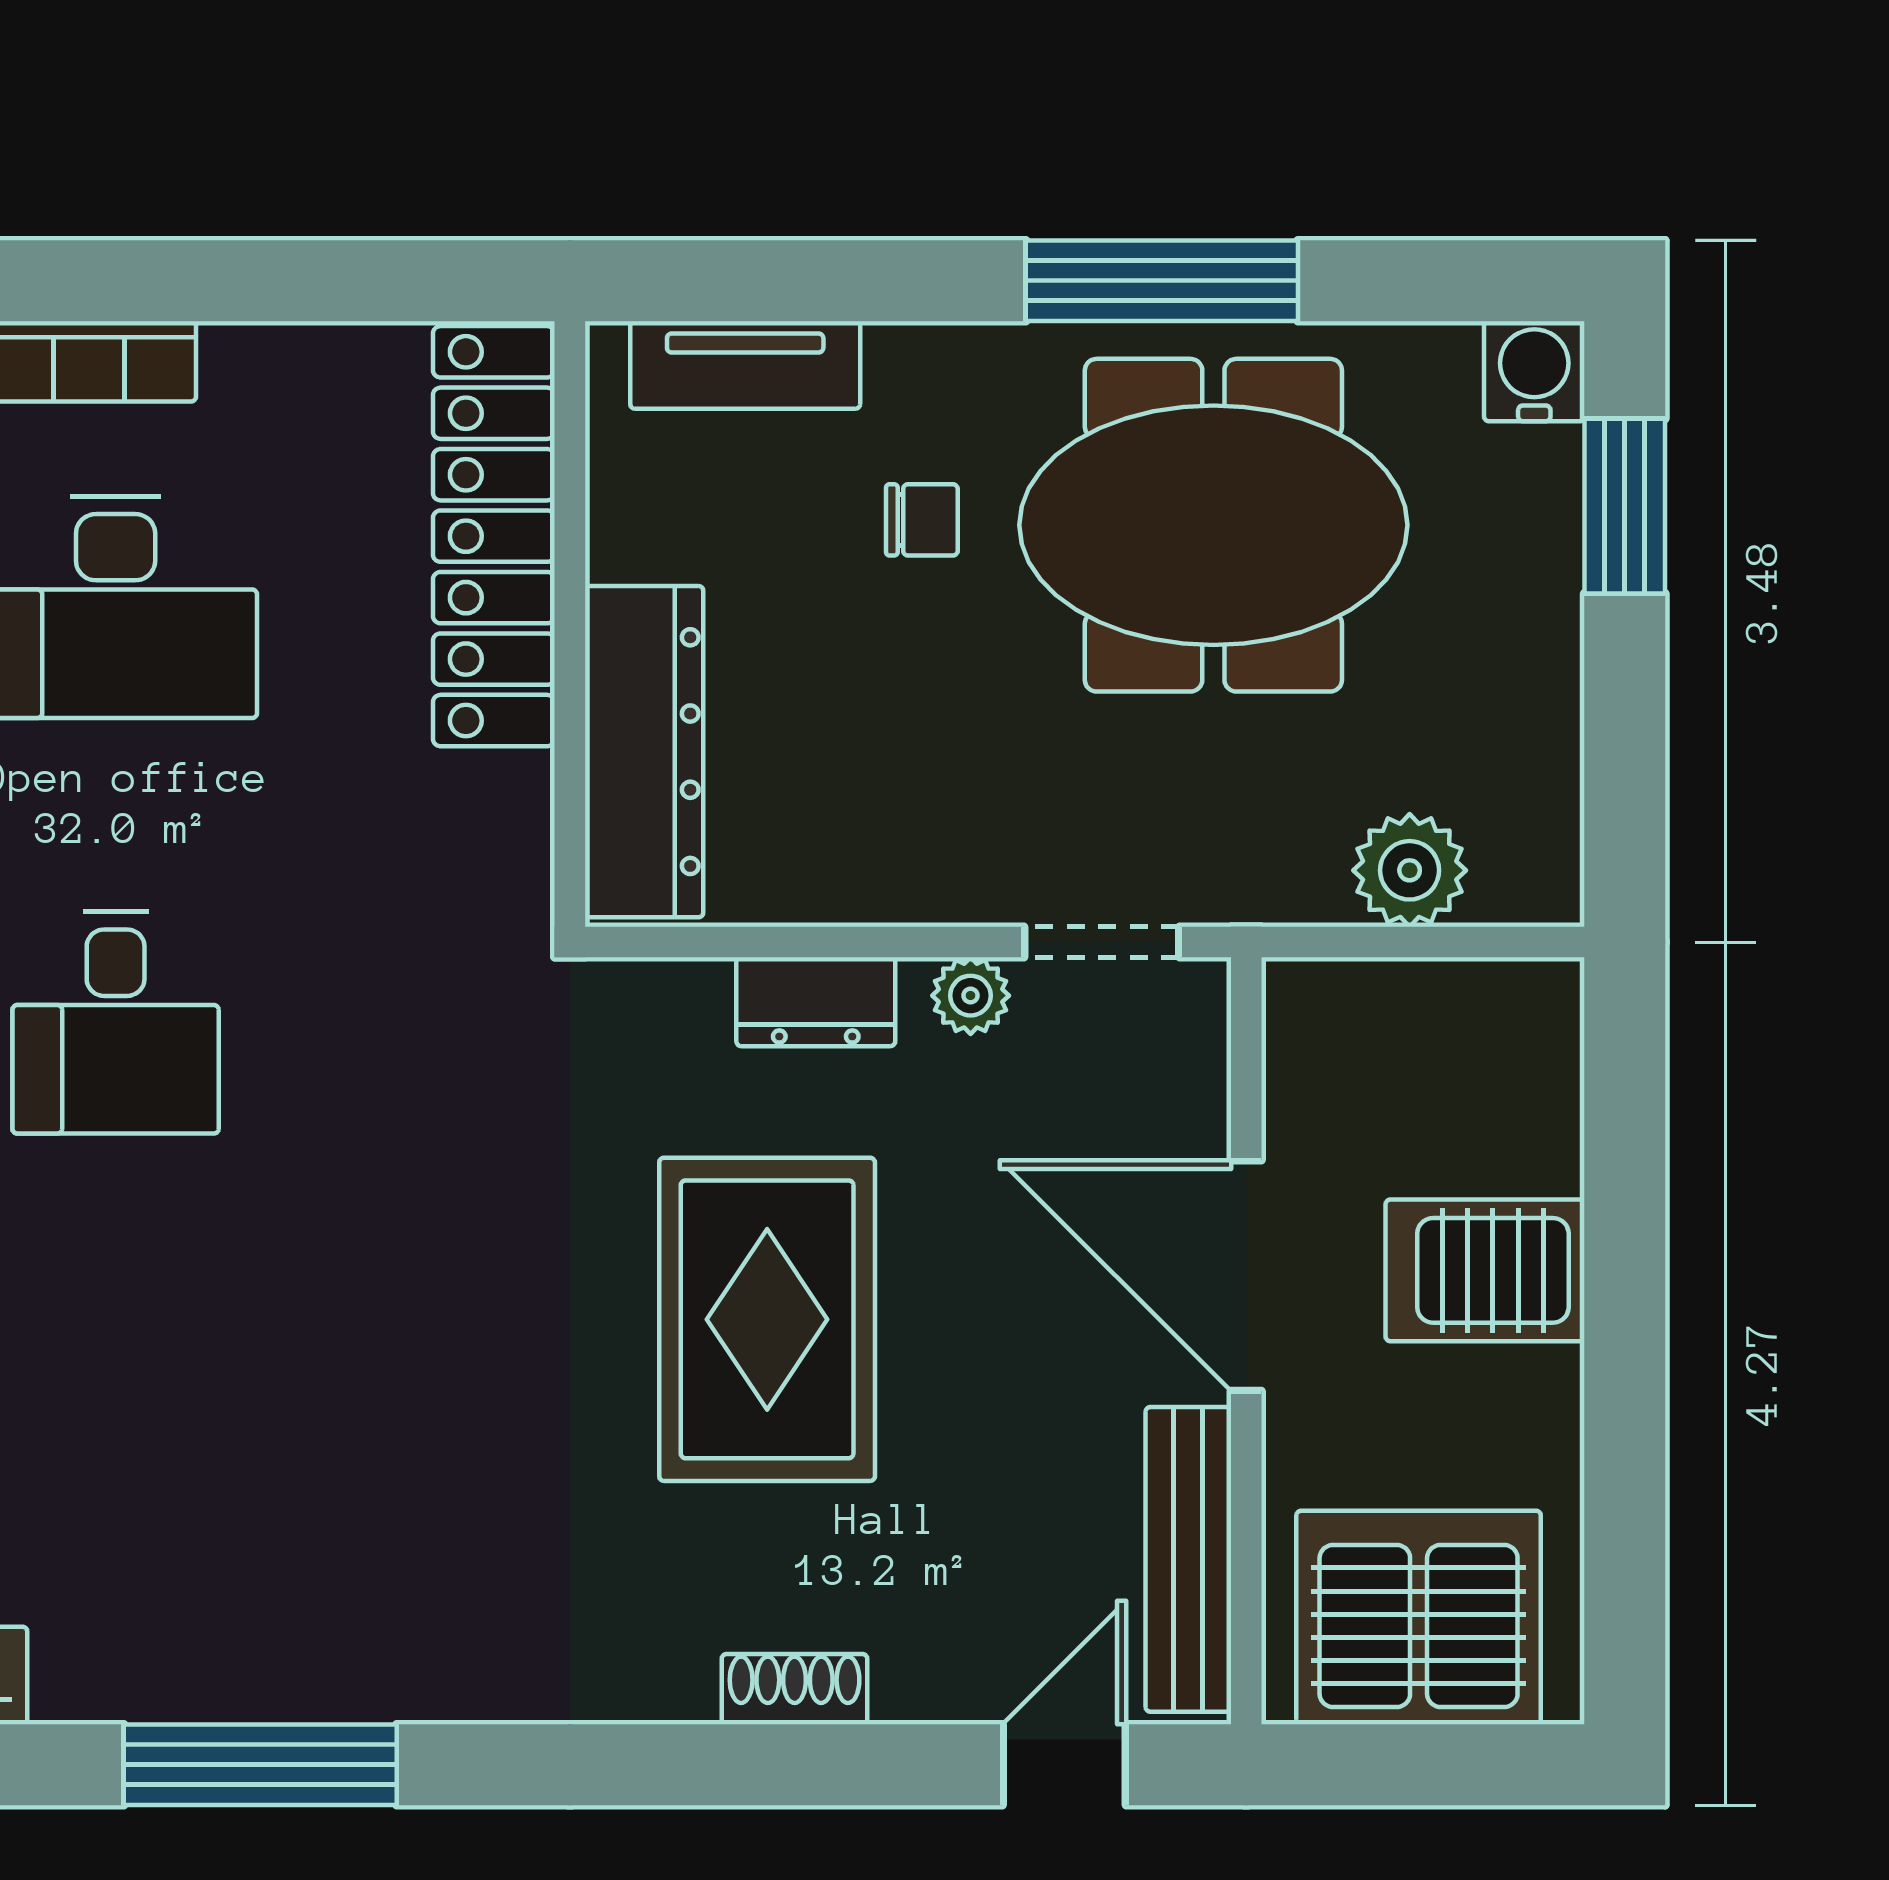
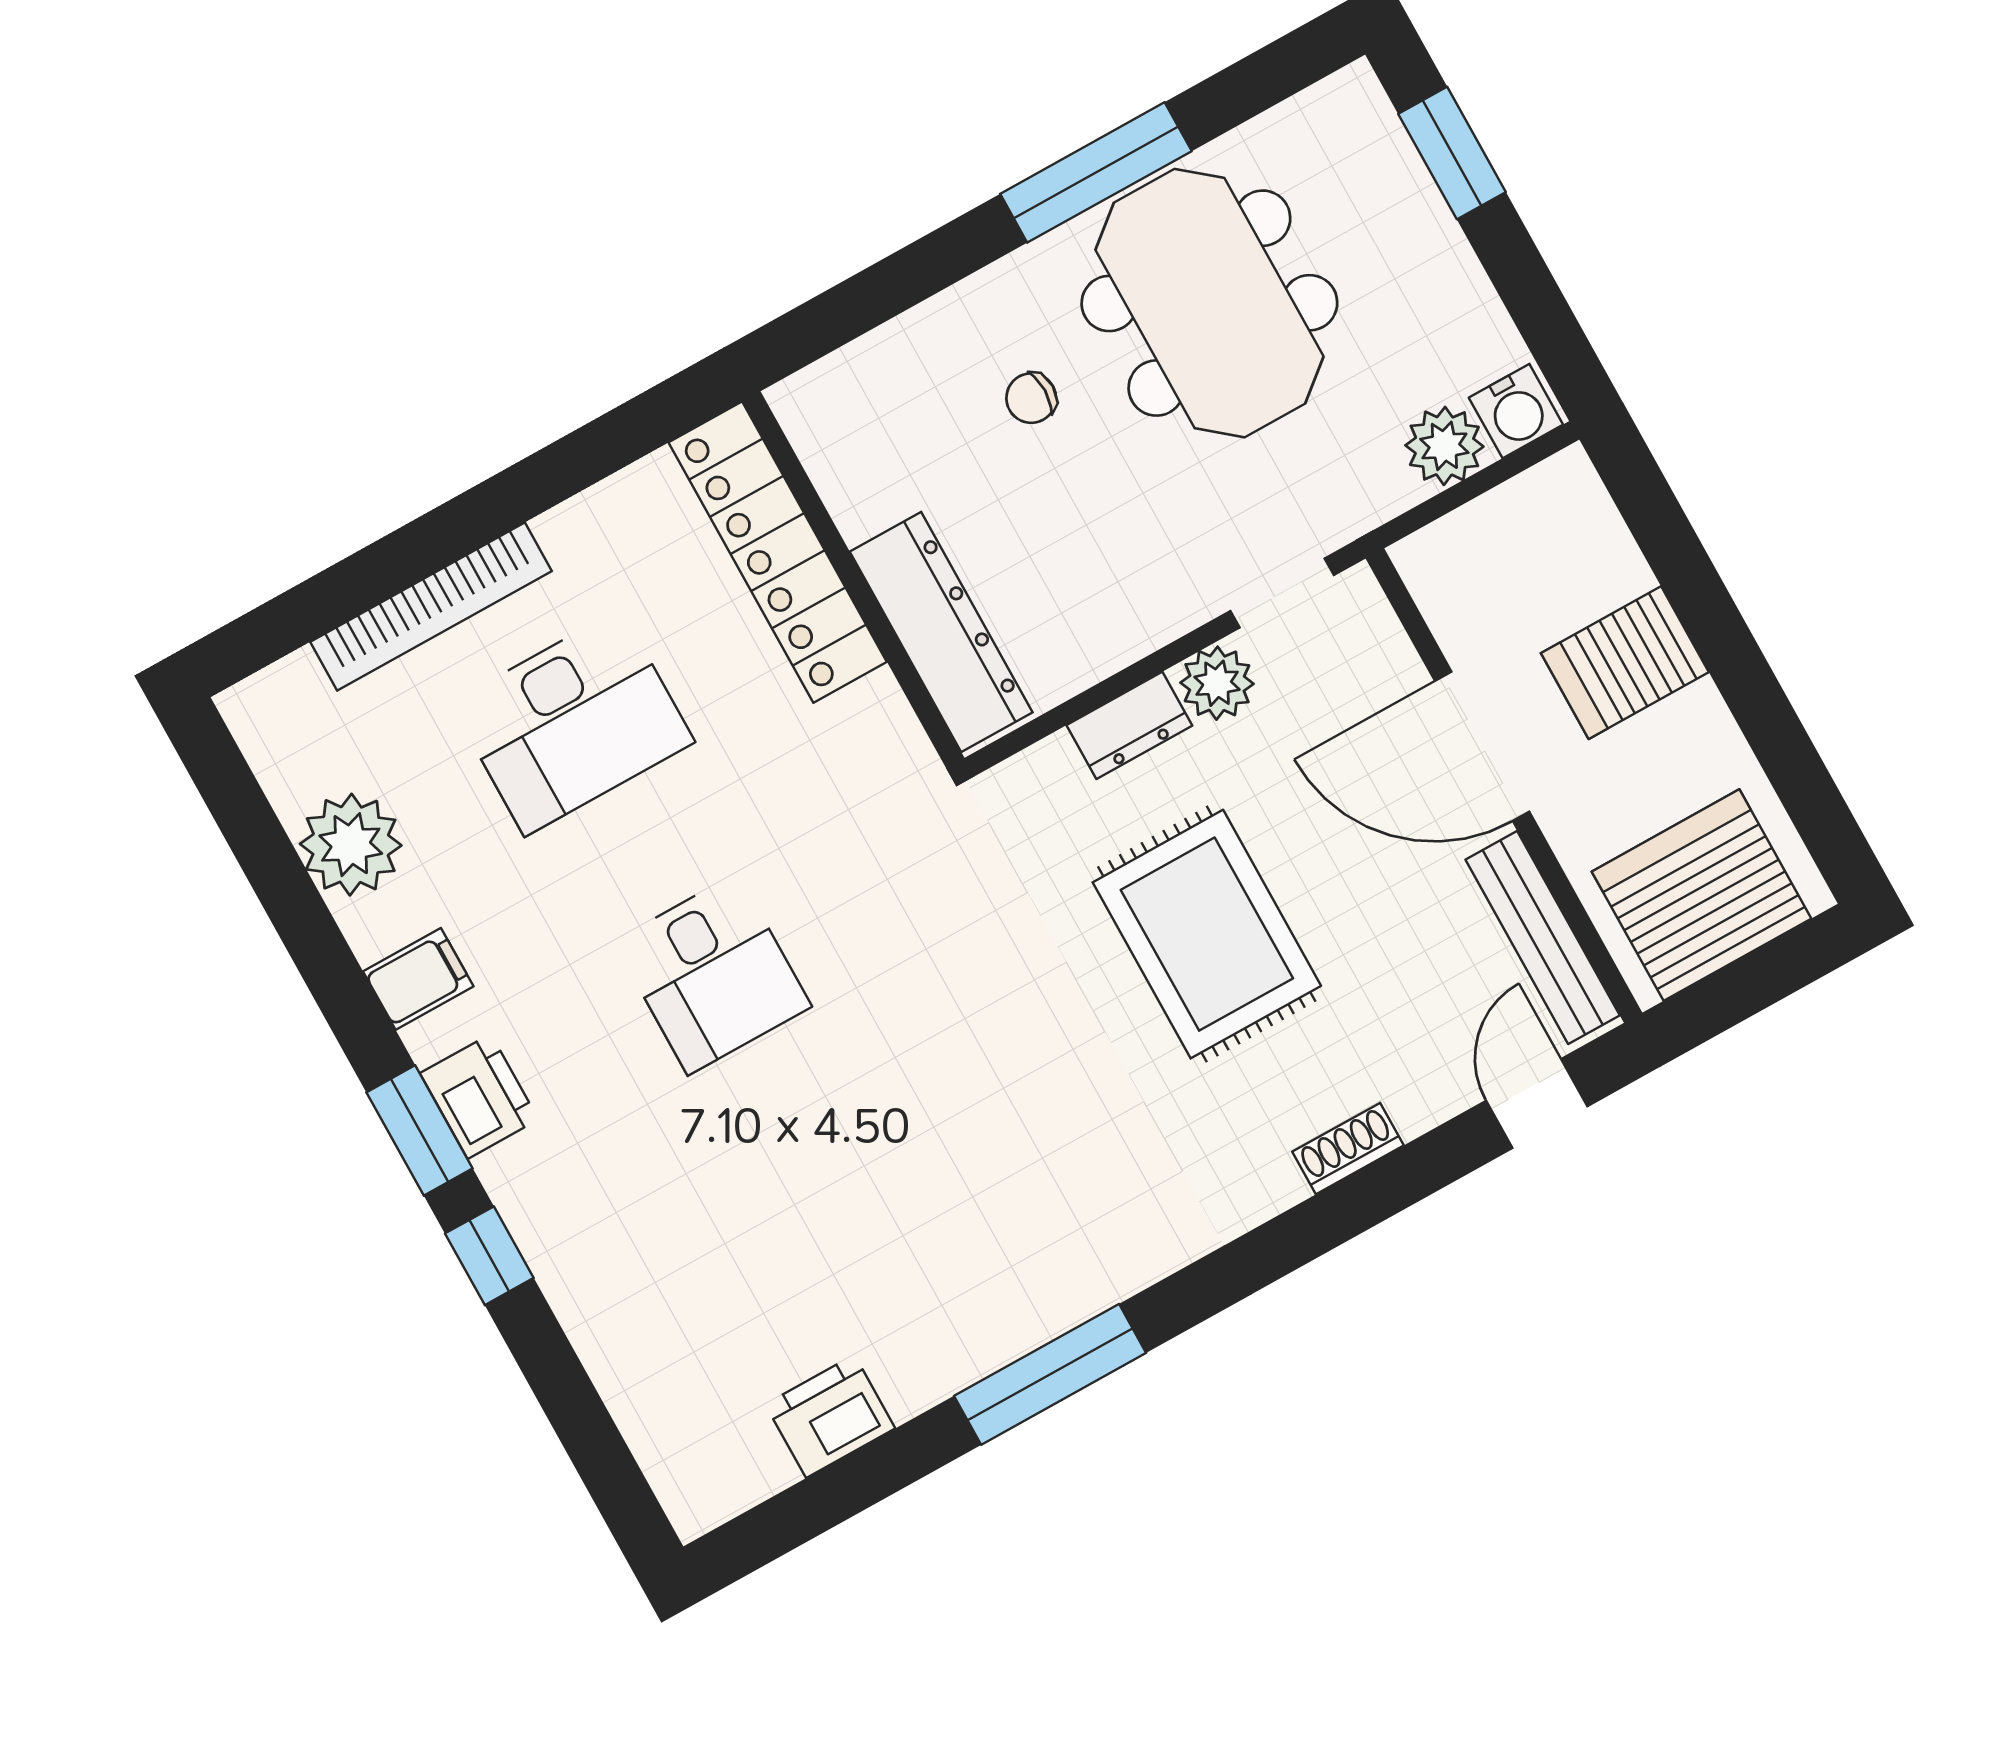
tv unit: (745, 365) -> (872, 364), removed
water cooler: (1534, 371) -> (1516, 411), moved, turned 180
chair: (922, 520) -> (1031, 398), turned 180
meeting table: (1213, 525) -> (1209, 303), turned 90
plant: (971, 996) -> (1217, 683), width x1.38, depth x1.38

